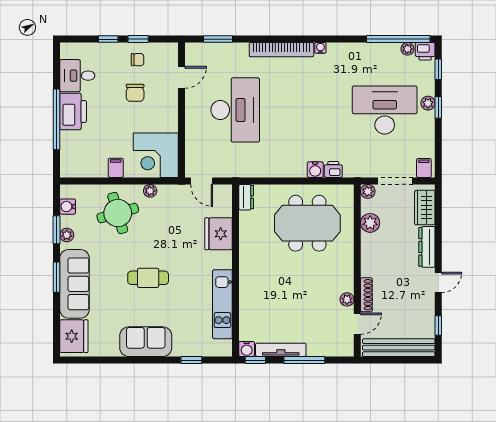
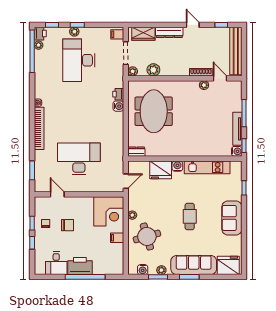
water cooler: (224, 259) -> (177, 166), added

